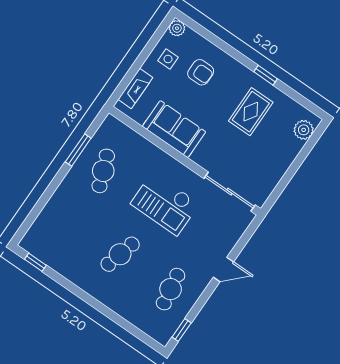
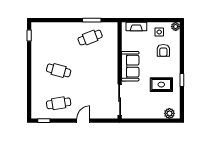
sofa: (174, 129) -> (130, 66), moved
checkout: (165, 204) -> (95, 75), removed
door: (223, 269) -> (83, 121), swing flipped

